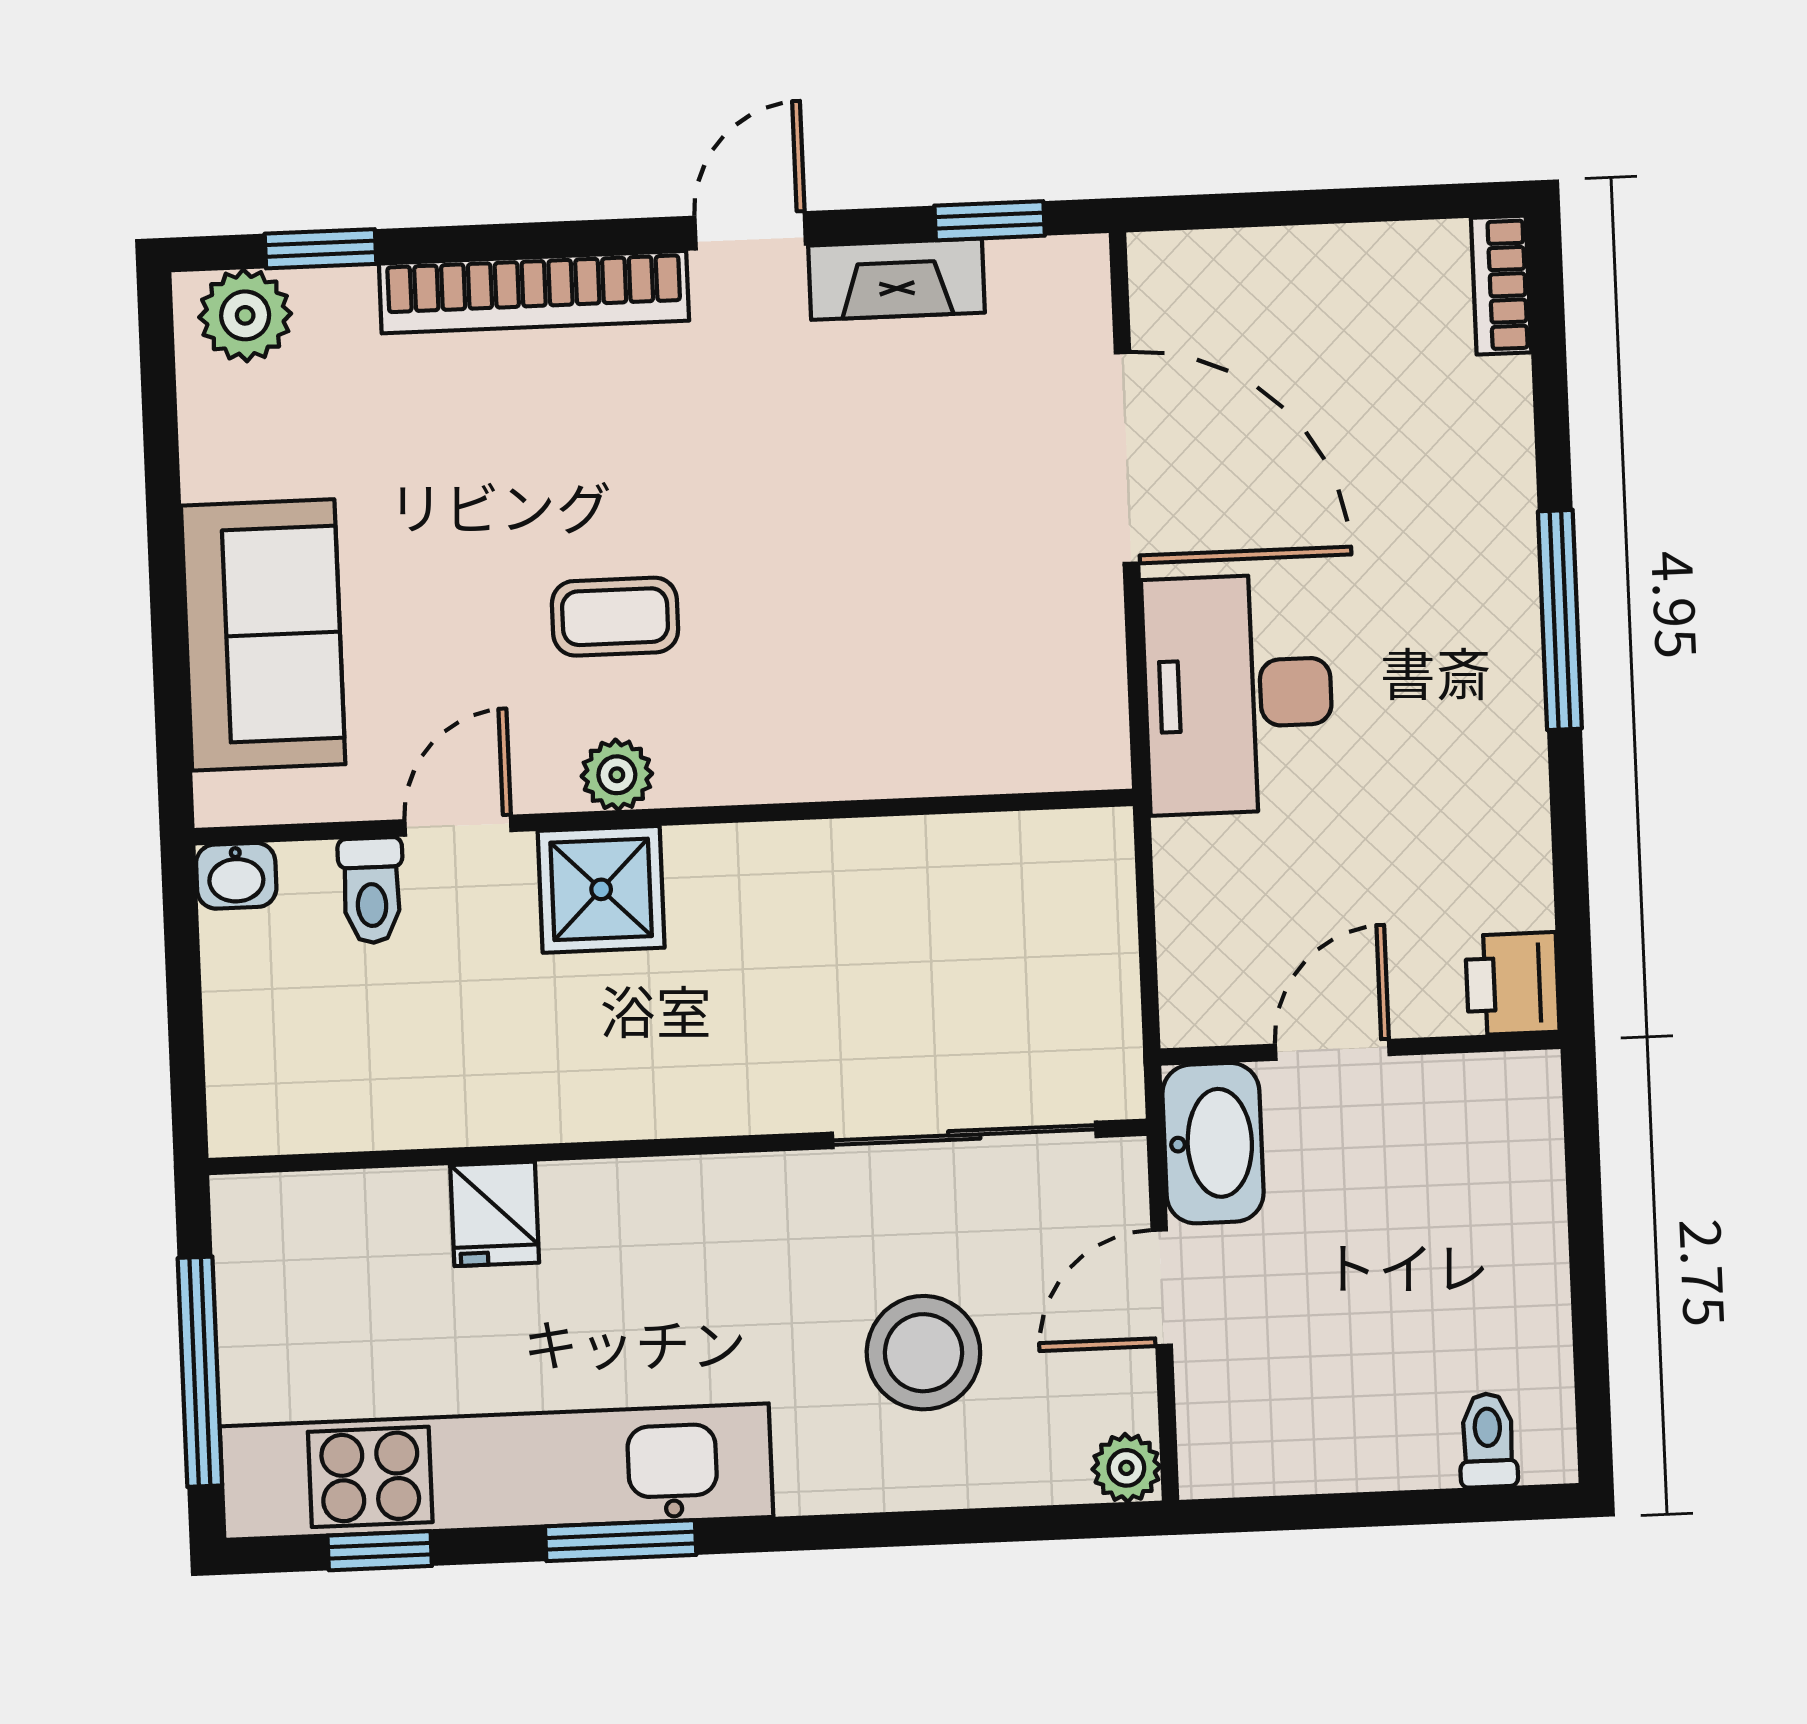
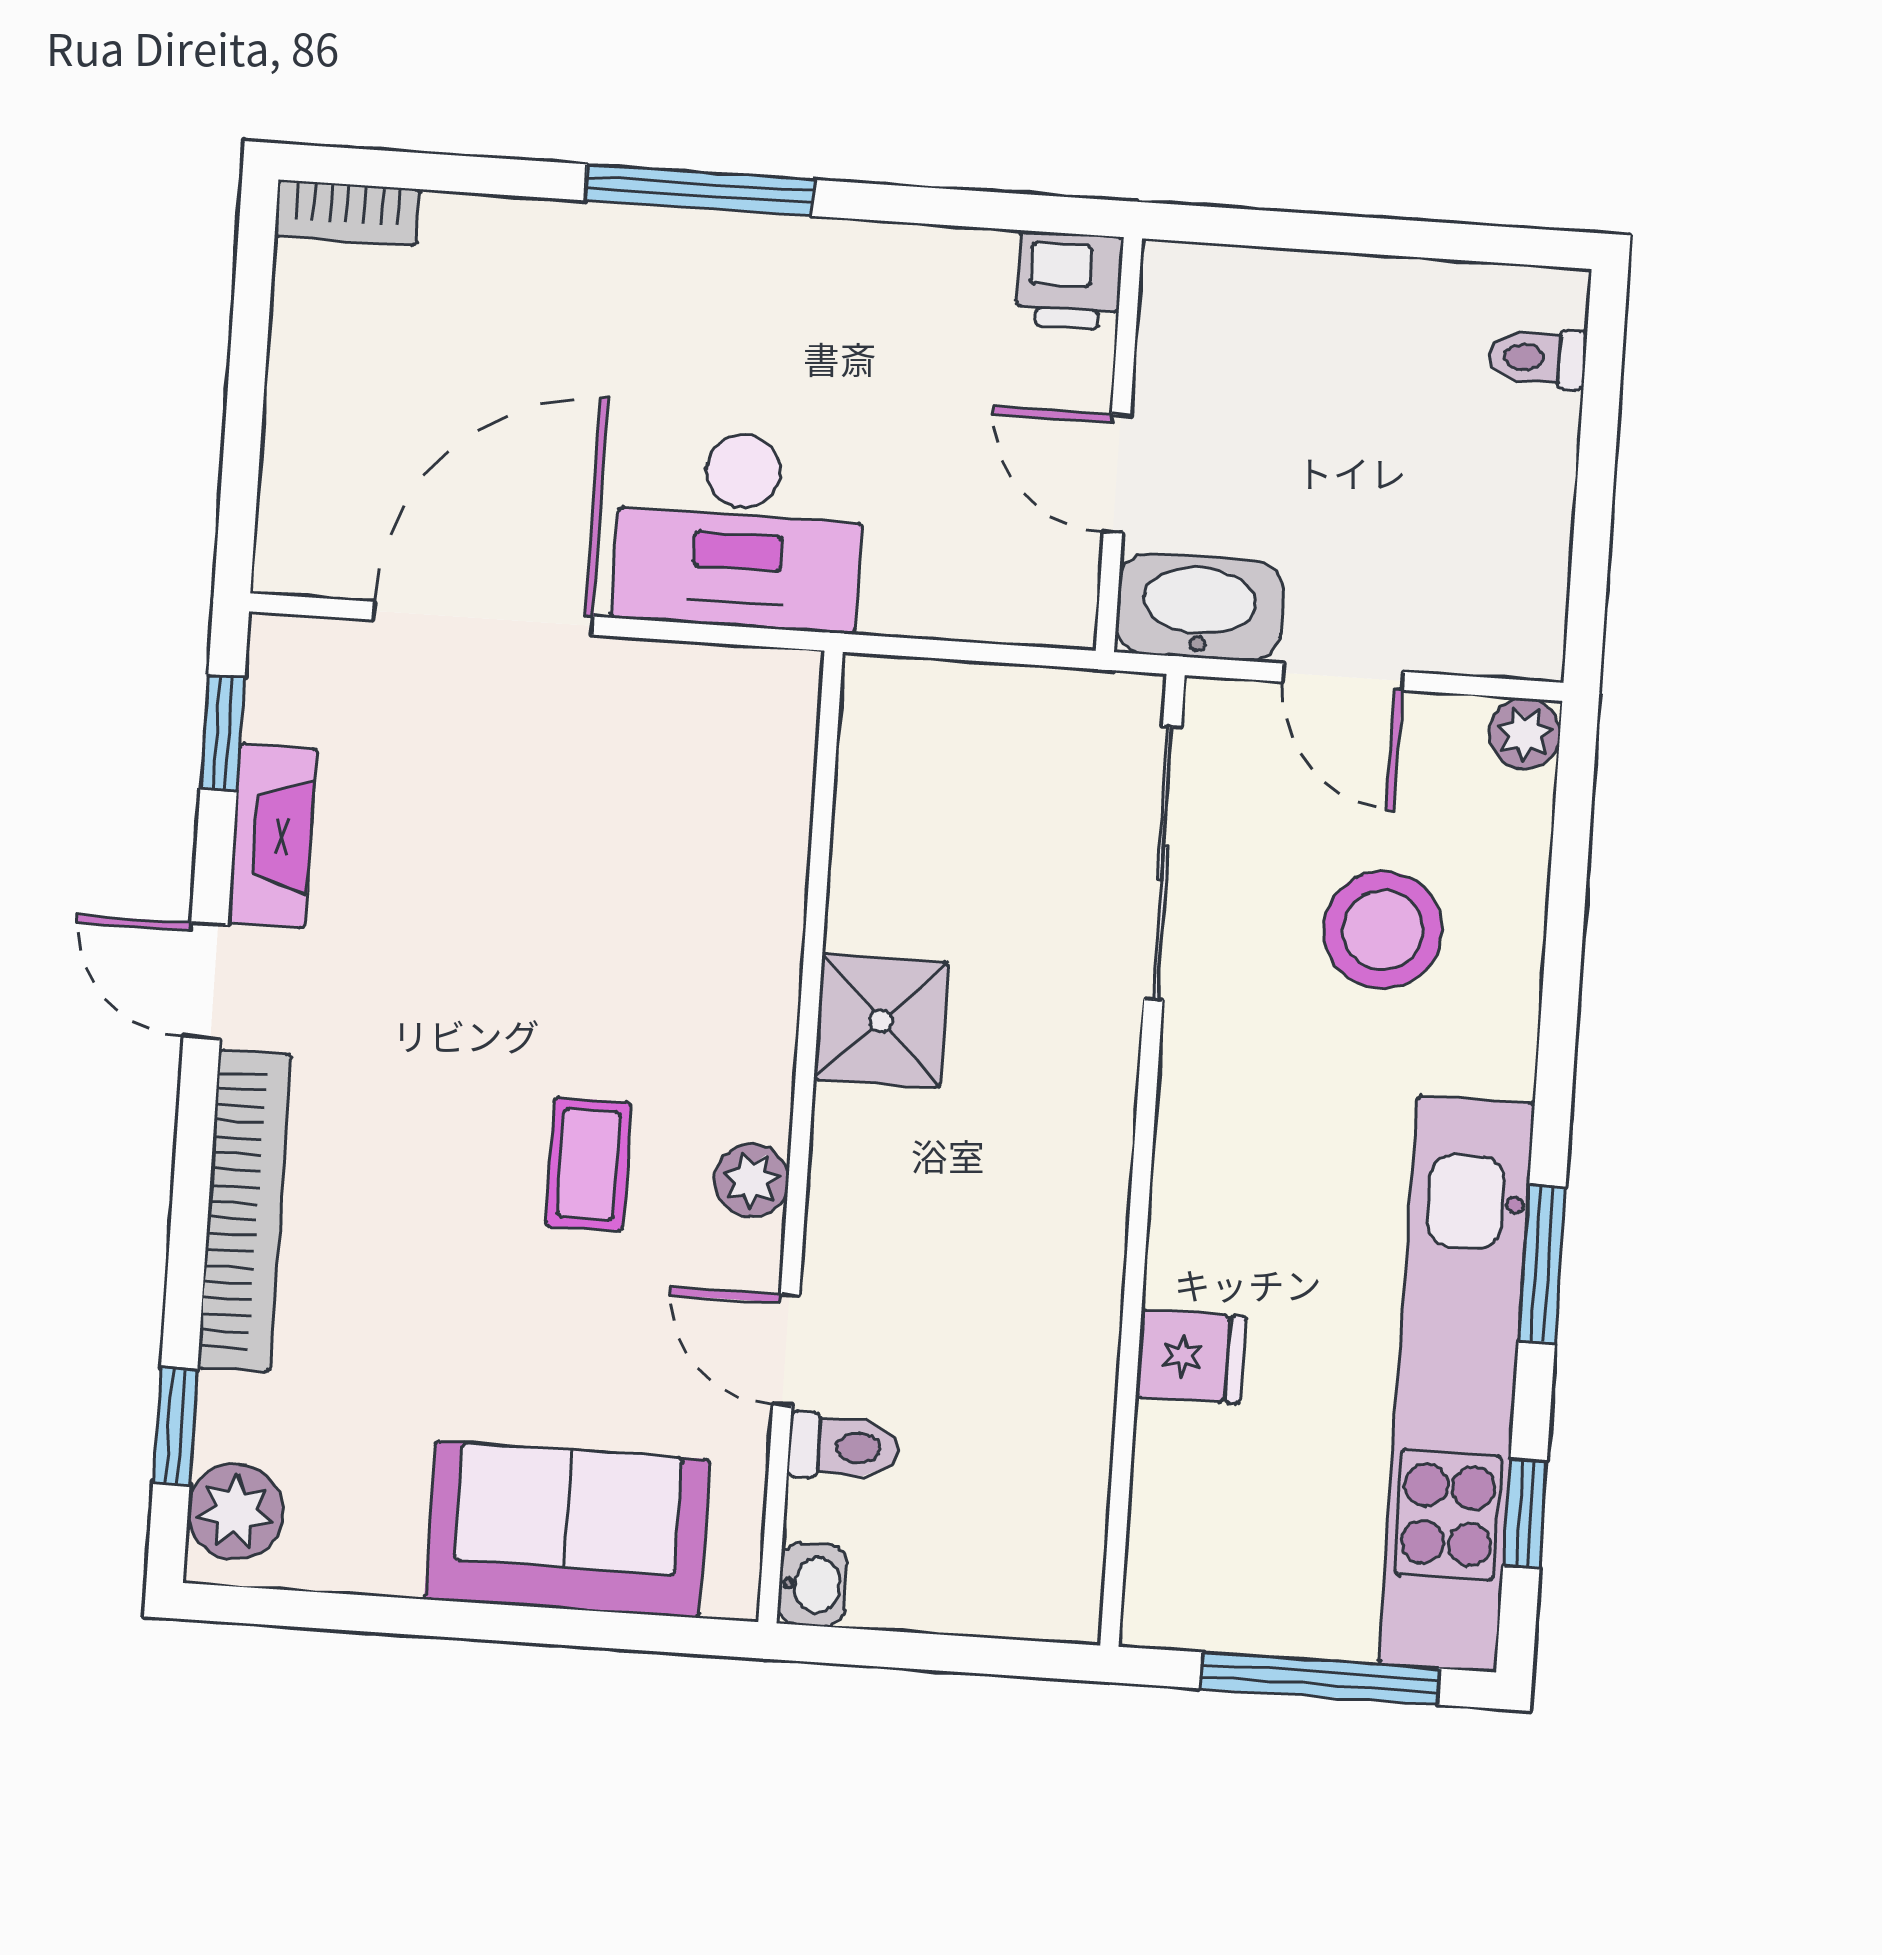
shower: (601, 889) -> (881, 1021), moved

